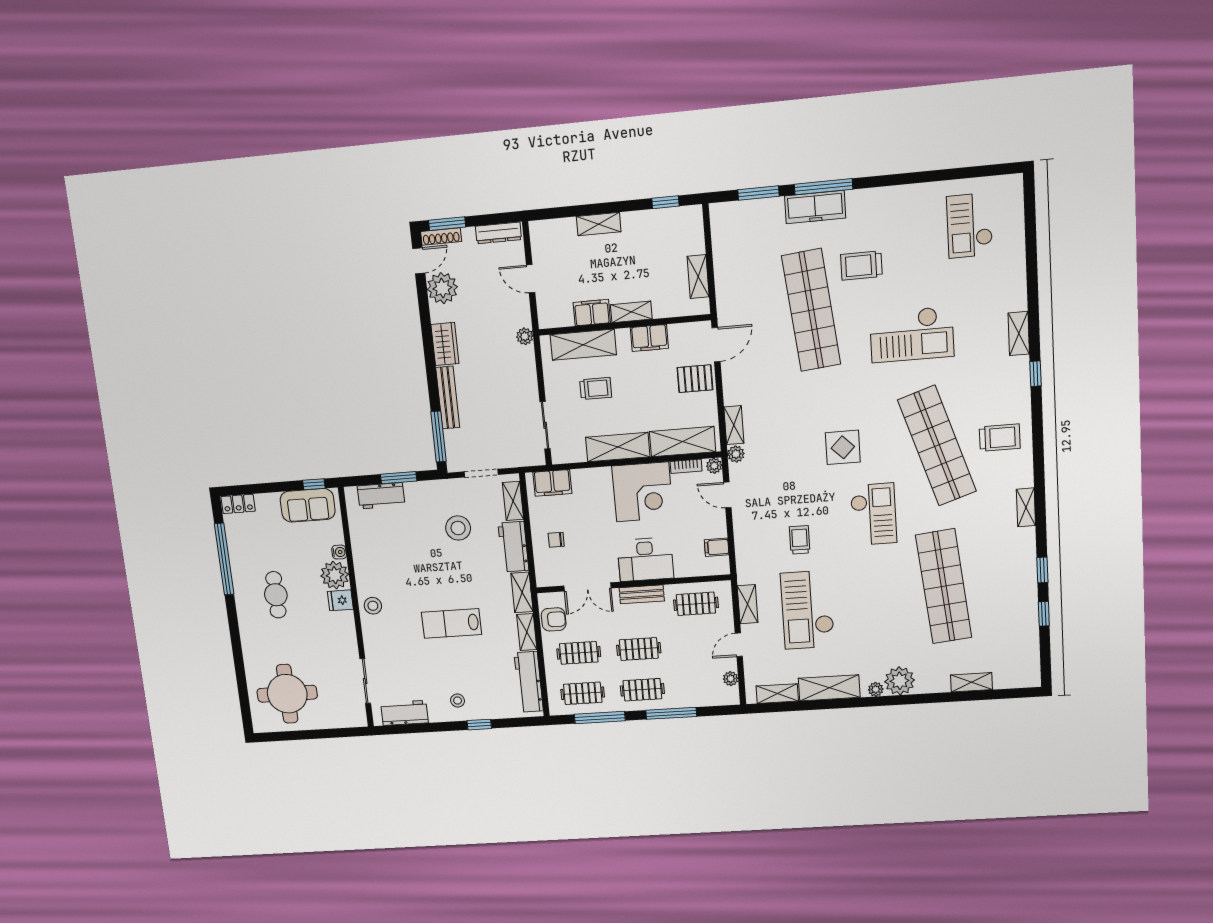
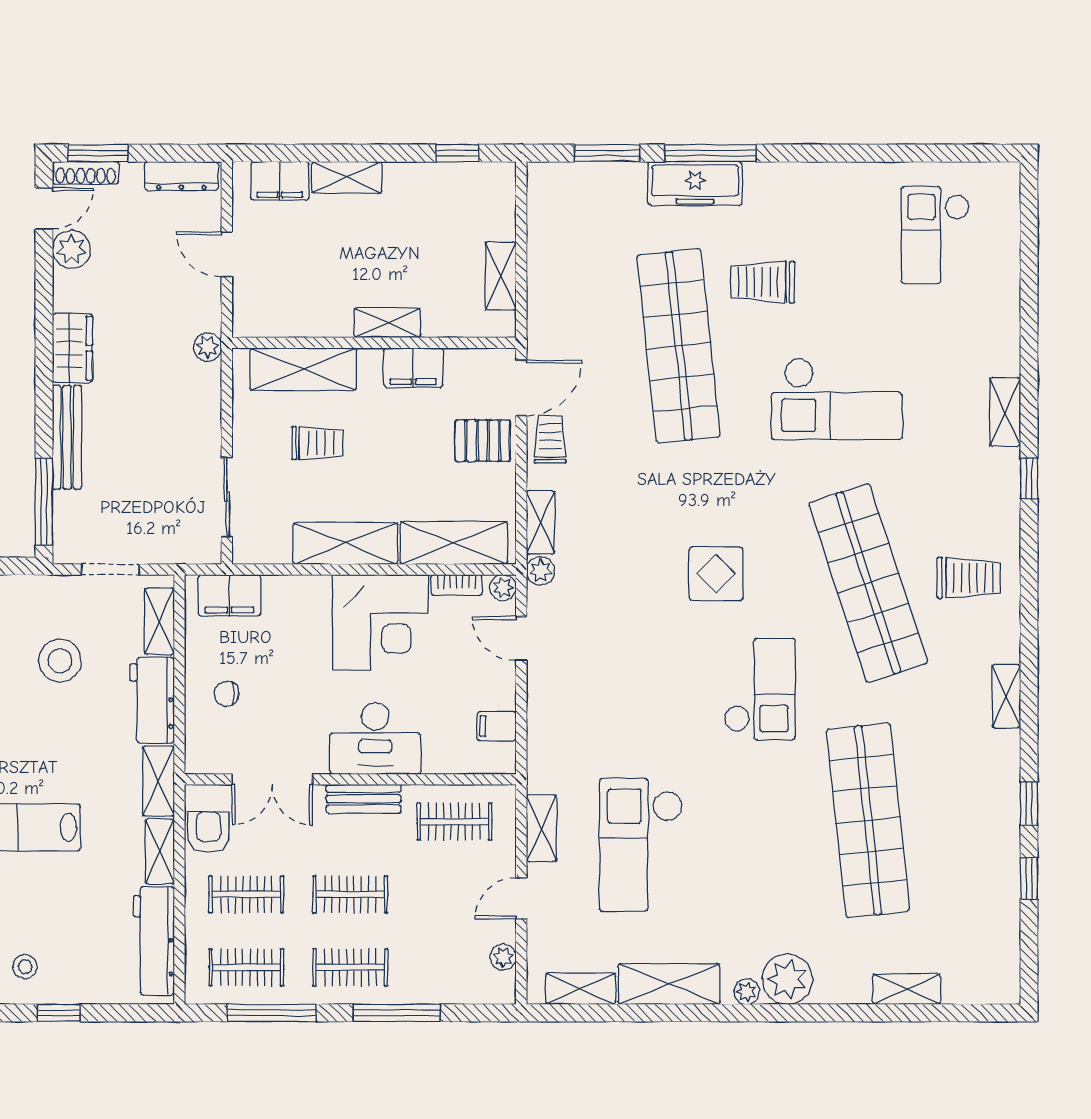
plant: (442, 288) -> (71, 249), width x0.73, depth x0.73
filing cabinet: (592, 313) -> (280, 181), moved, turned 180
trolley: (800, 540) -> (550, 440), moved
armchair: (554, 619) -> (208, 832), turned -90

